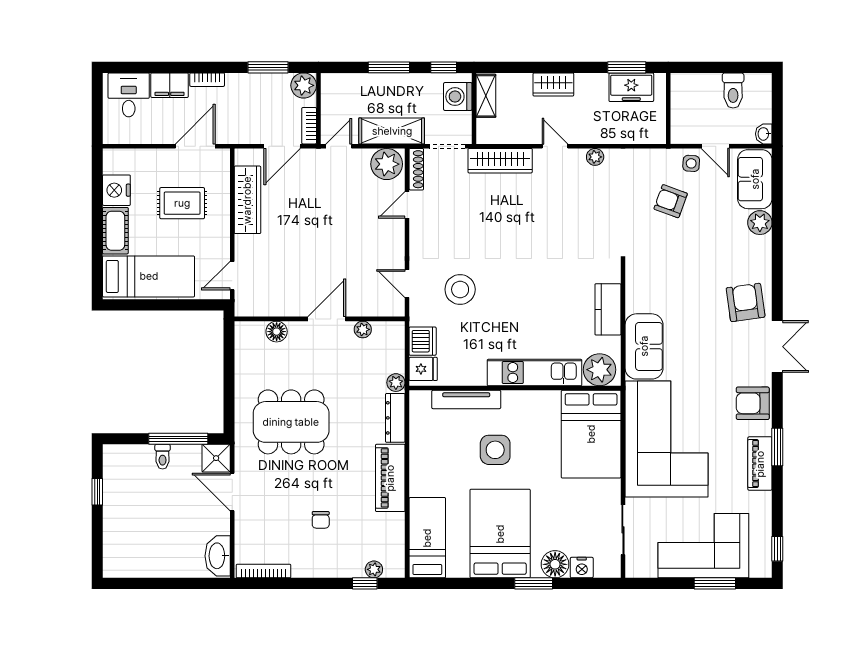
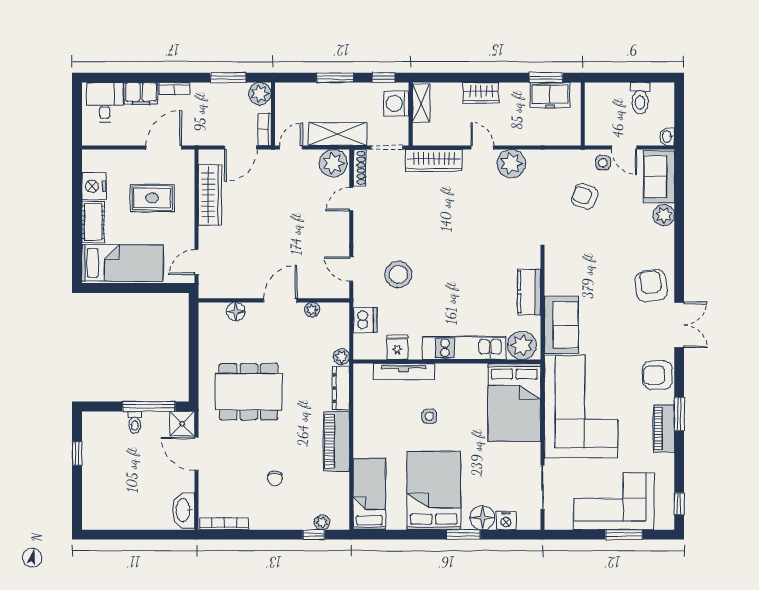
plant: (595, 157) -> (511, 164), width x1.87, depth x1.87
fridge: (423, 369) -> (397, 347), moved, turned -90
side table: (495, 450) -> (429, 416), width x0.54, depth x0.54

